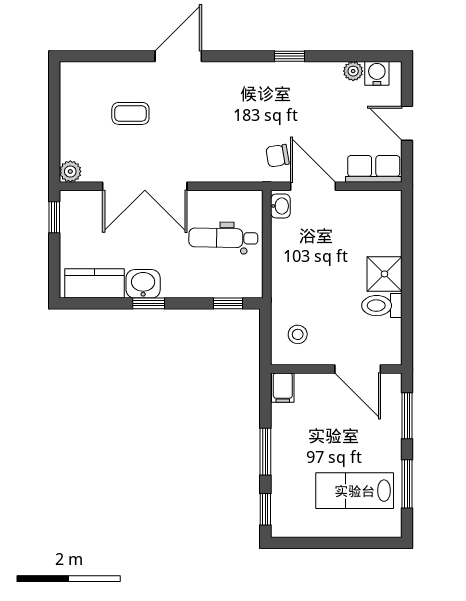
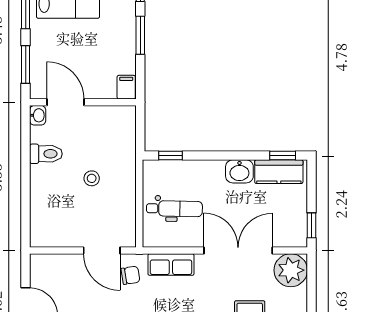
row of seats: (374, 169) -> (171, 265), moved
plant: (70, 171) -> (291, 270), width x1.88, depth x1.88
washbasin: (280, 206) -> (38, 115), moved, turned 180
shower: (384, 274) -> (44, 179), removed
window: (149, 303) -> (283, 156), moved
stool: (298, 334) -> (92, 178), moved

